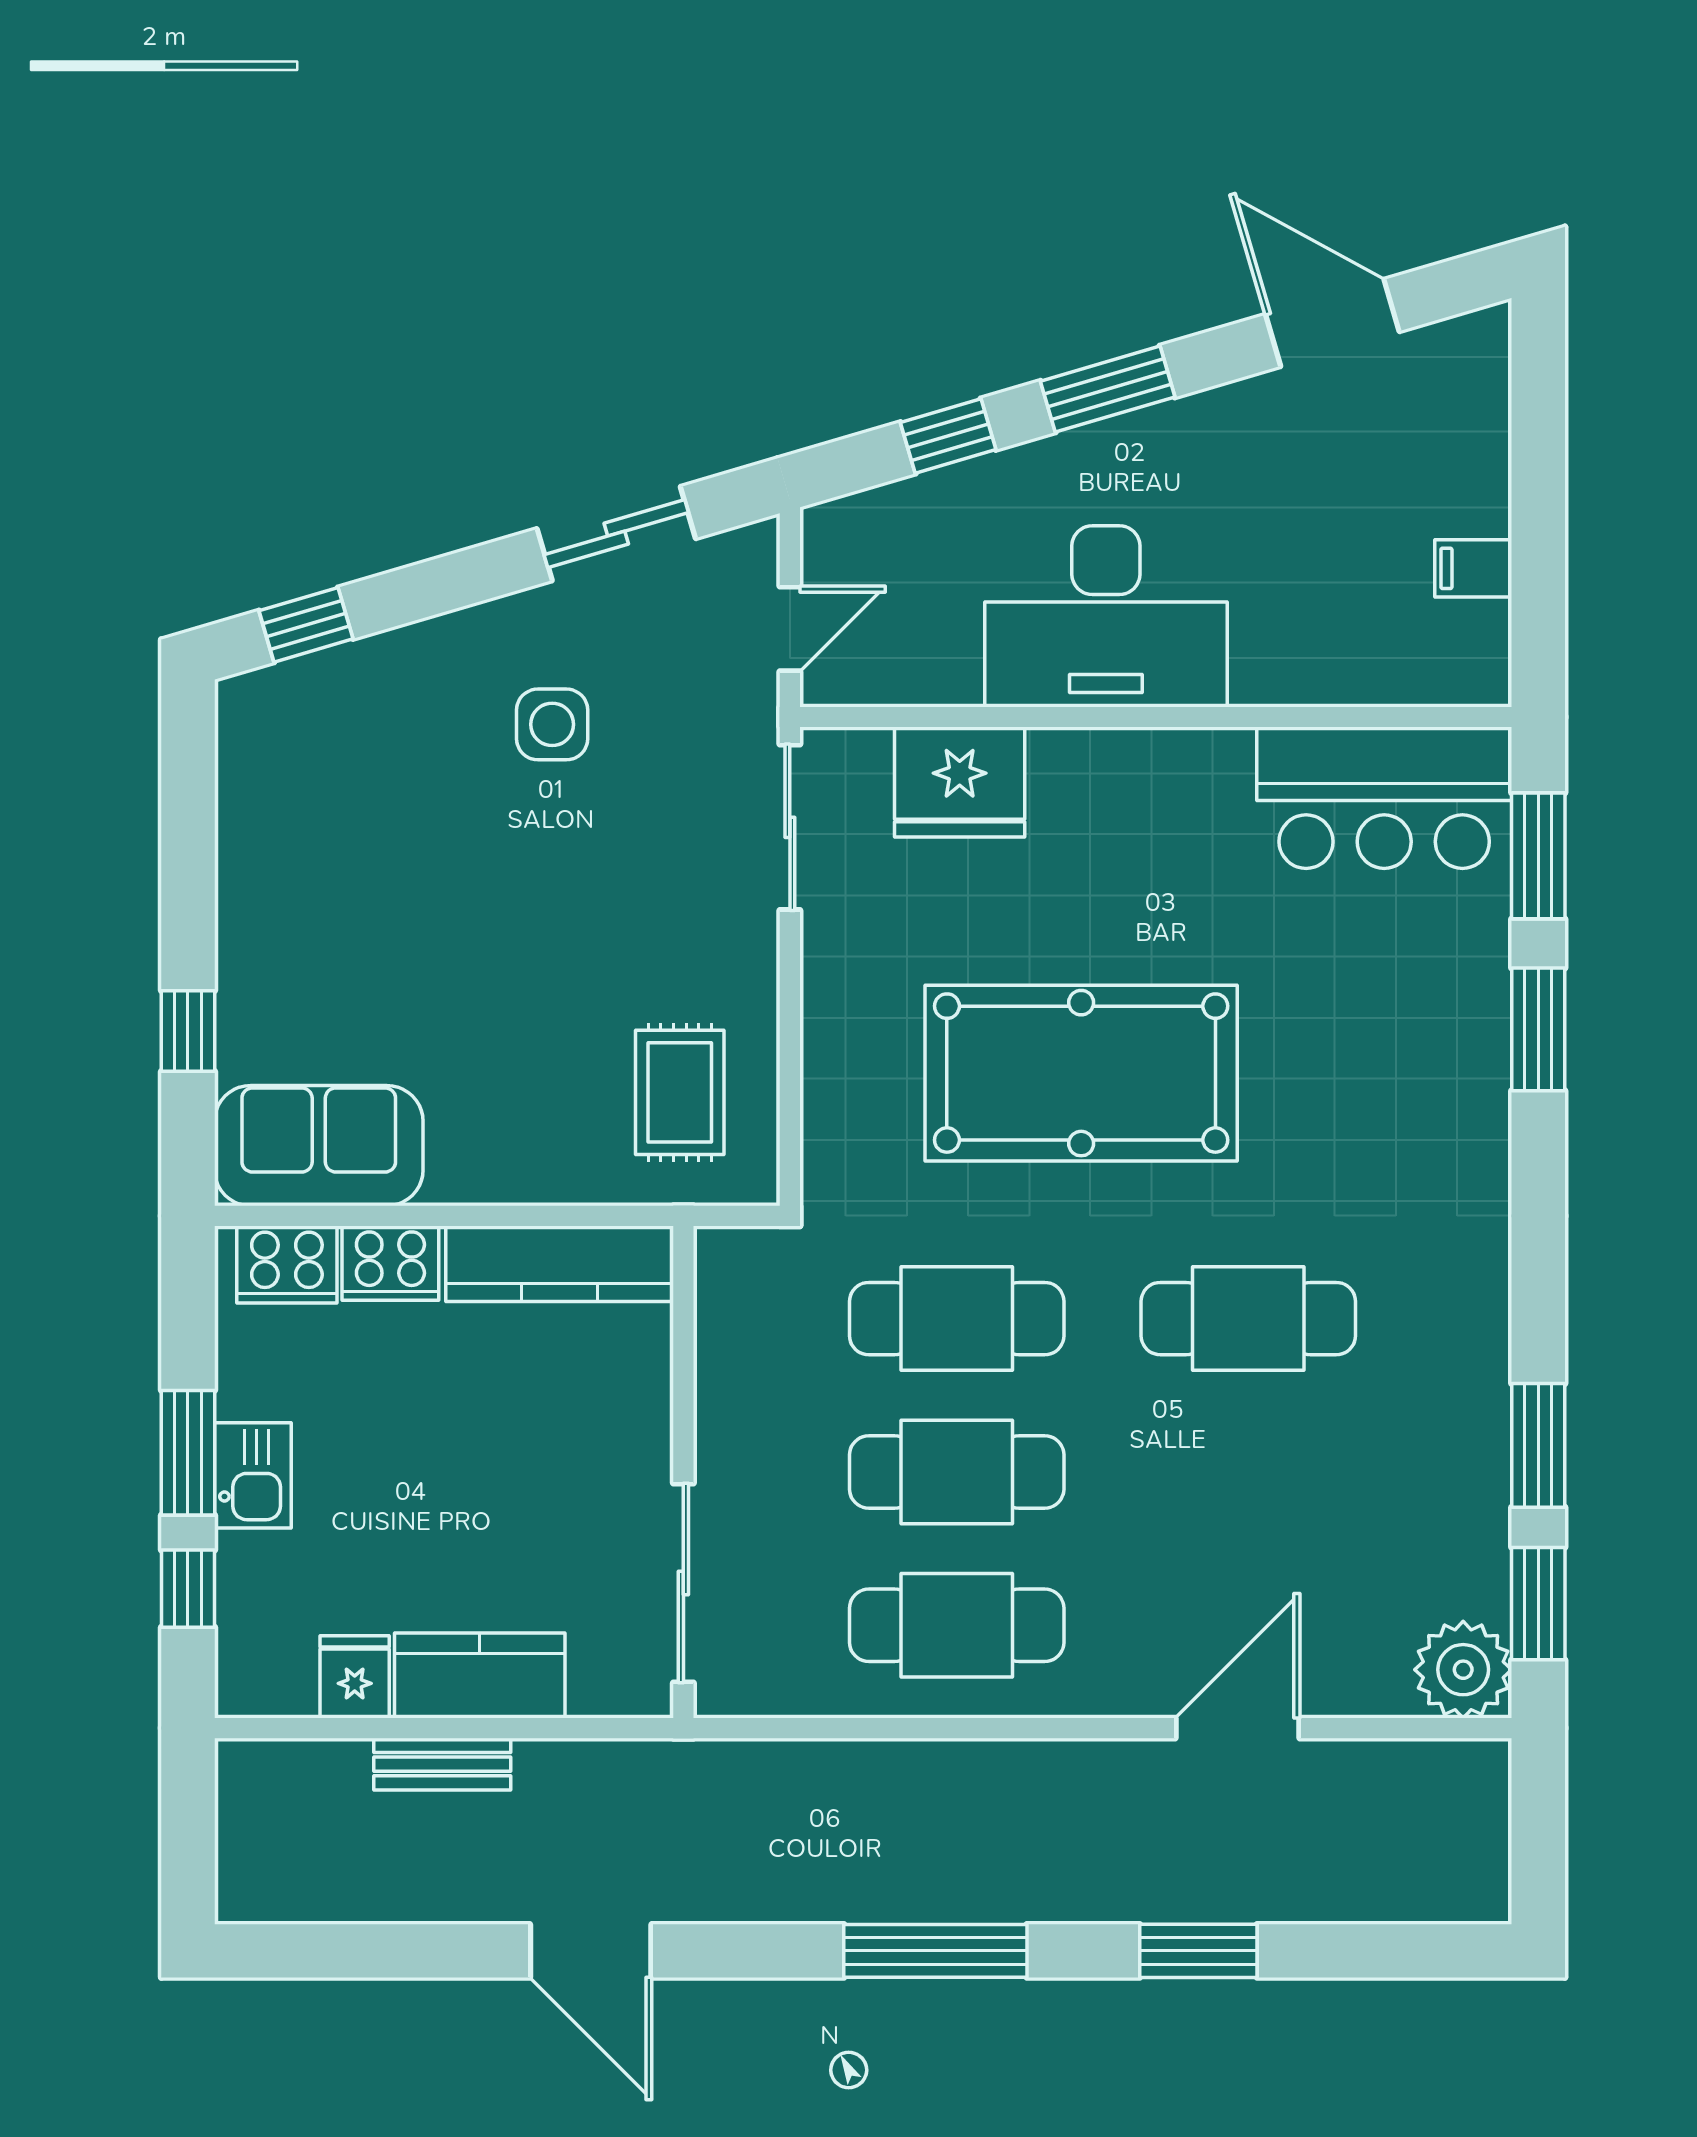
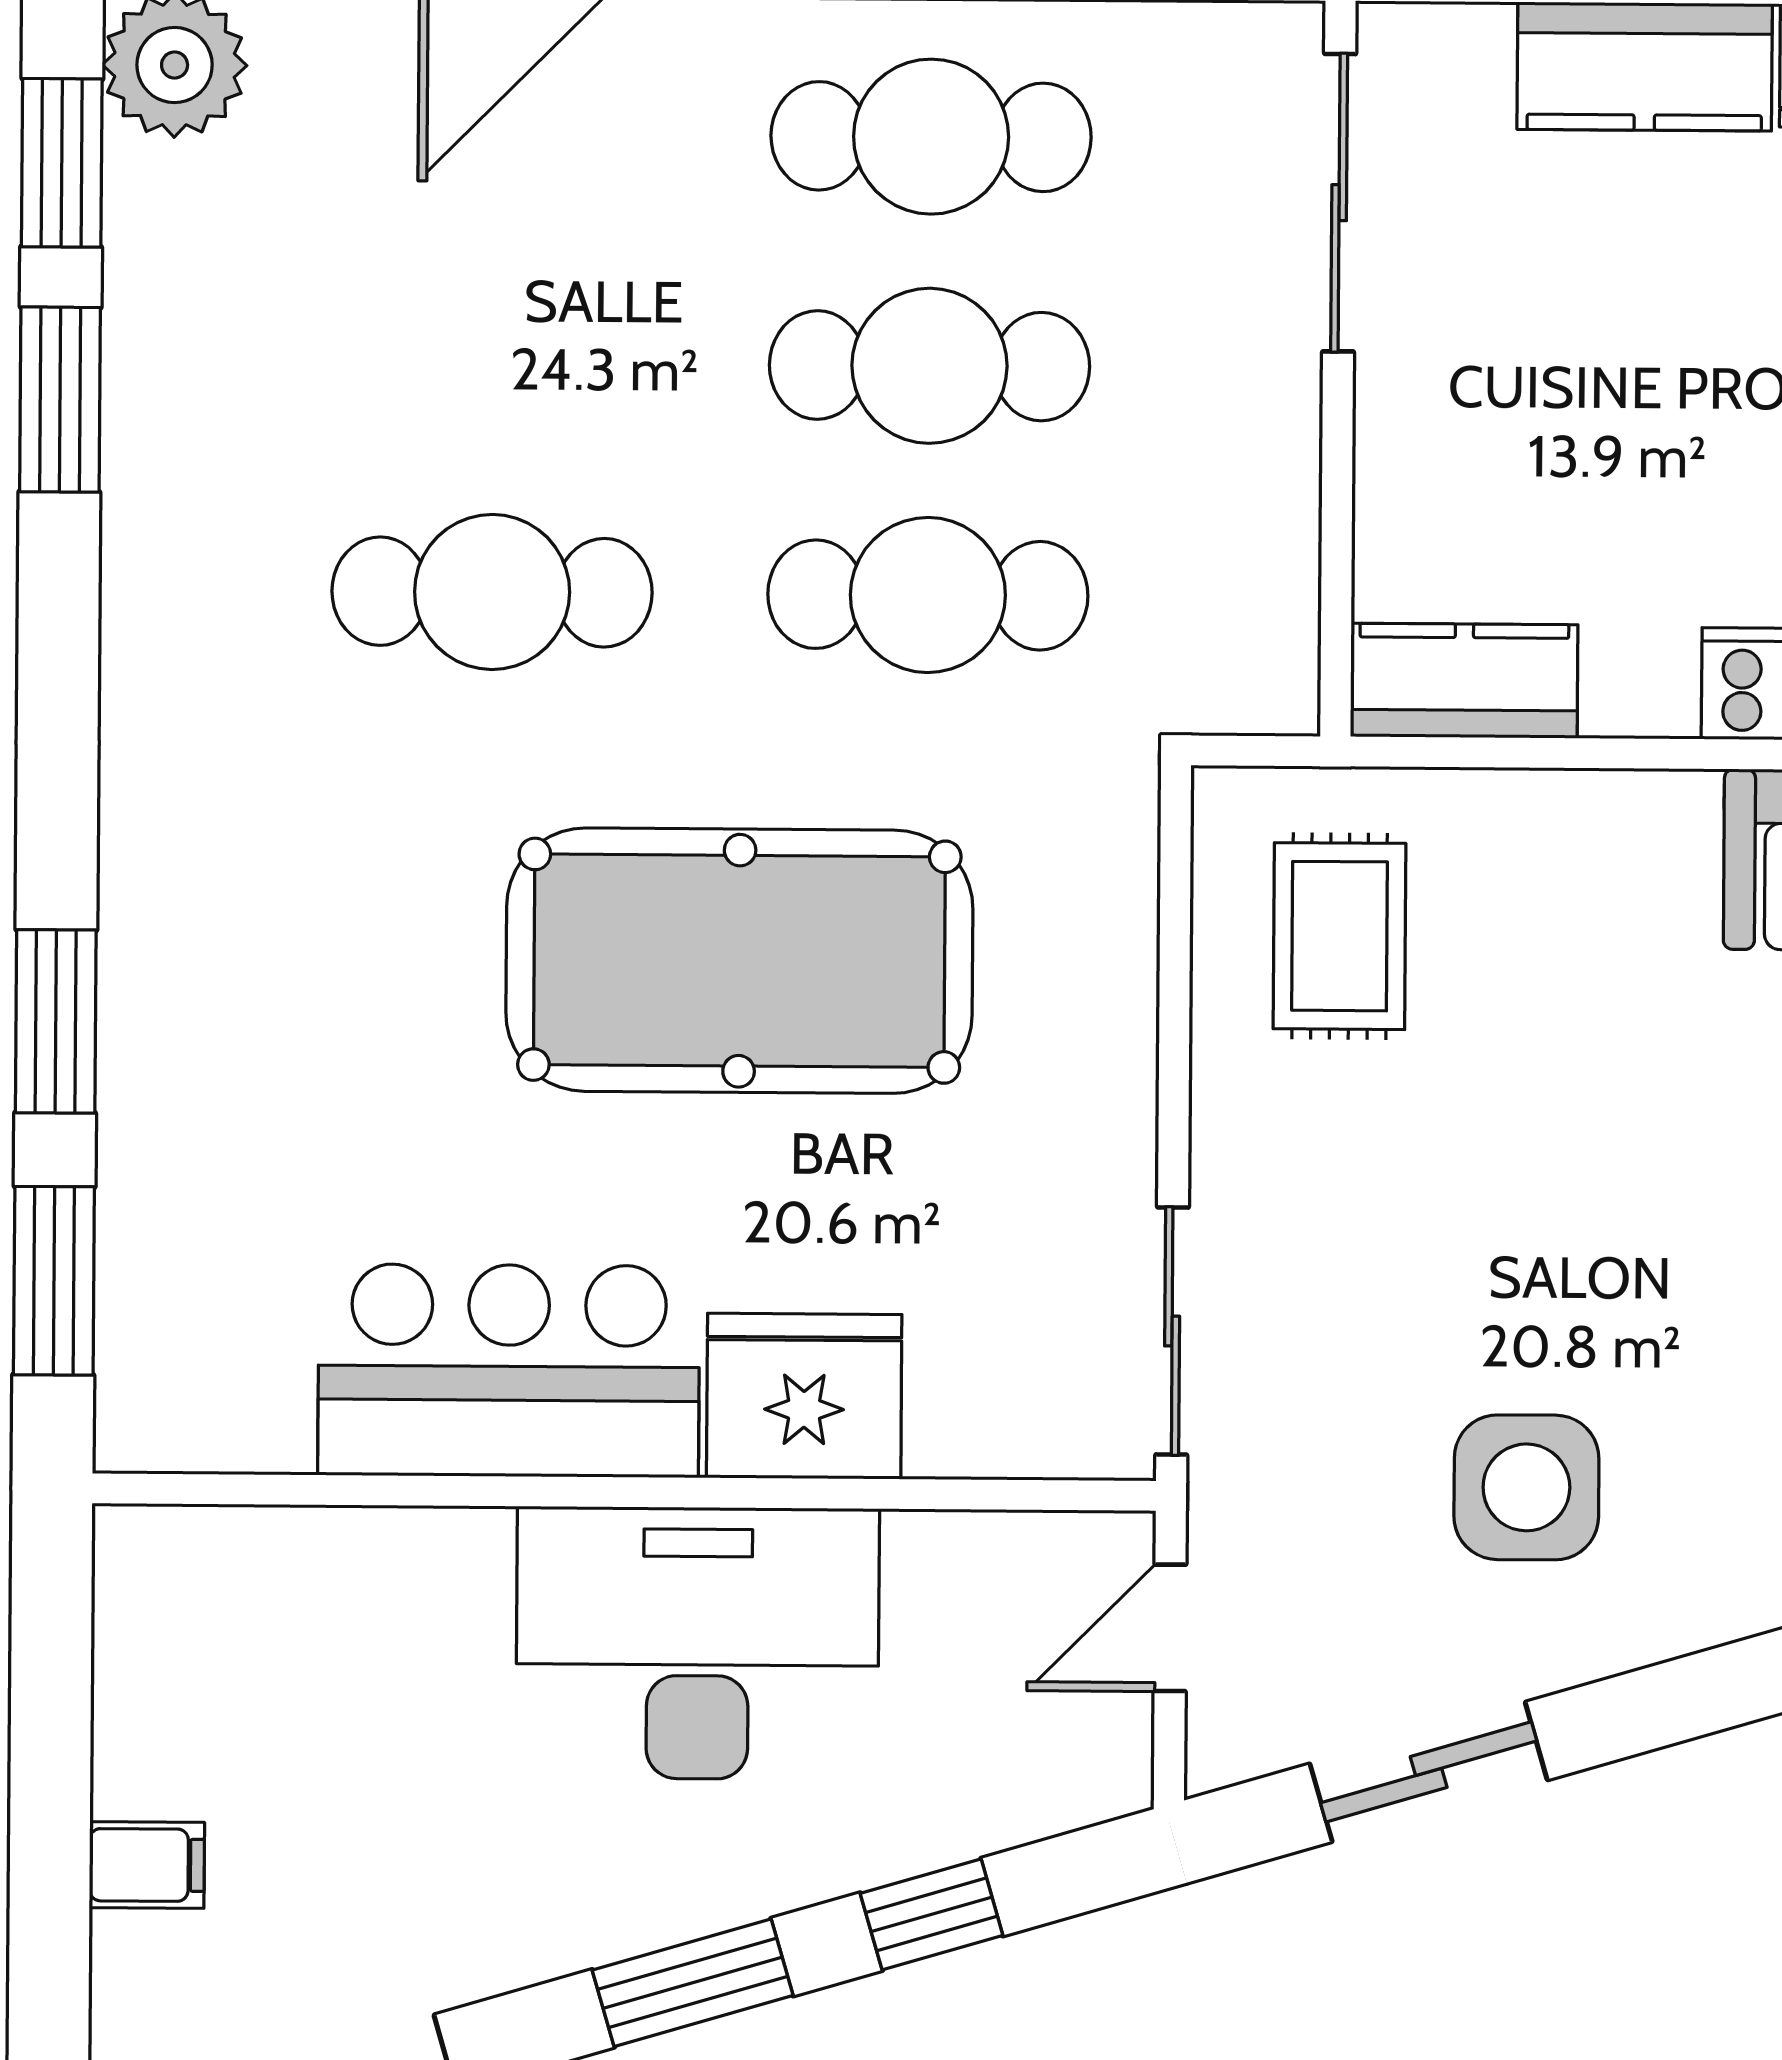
filing cabinet: (1473, 568) -> (147, 1865), moved
side table: (552, 724) -> (1526, 1487), width x1.37, depth x1.37
fridge: (960, 782) -> (804, 1396), moved
bar counter: (1384, 798) -> (509, 1371), moved
kitchen counter: (560, 1264) -> (1464, 681), width x0.67

